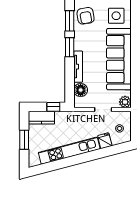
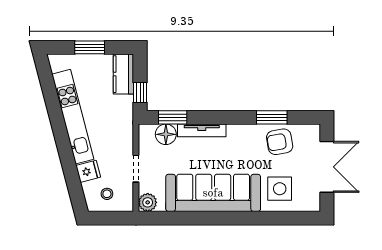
window: (70, 47) -> (173, 117), moved

